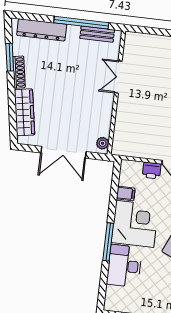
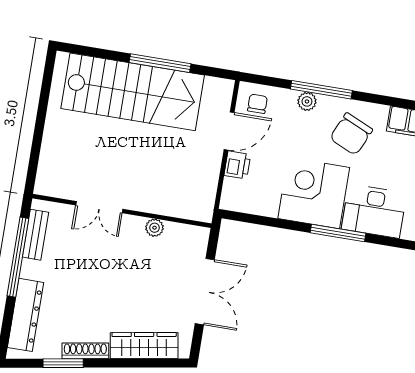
plant: (103, 143) -> (154, 228), moved
filing cabinet: (126, 193) -> (269, 204), removed

